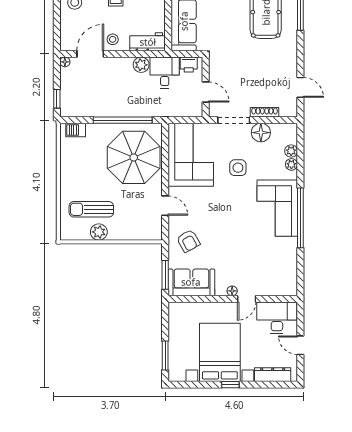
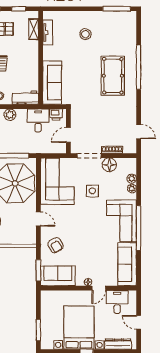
plant: (141, 65) -> (10, 115), moved
door: (206, 92) -> (68, 135), swing flipped
sofa: (285, 267) -> (127, 264), added
desk: (277, 318) -> (117, 302), width x0.73

